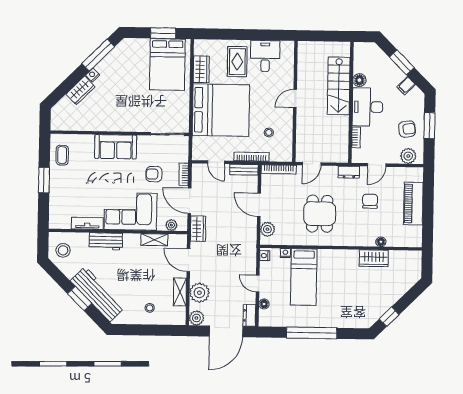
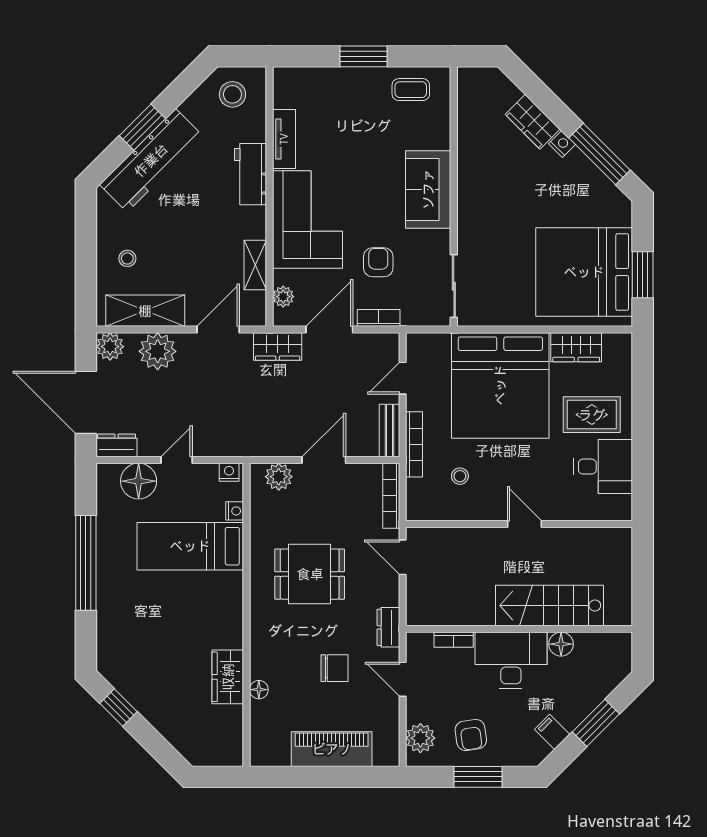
bed: (167, 64) -> (584, 272), width x1.36
shelving: (180, 292) -> (145, 311), width x1.50, depth x1.33
floor lamp: (264, 304) -> (139, 481), width x1.89, depth x1.89

